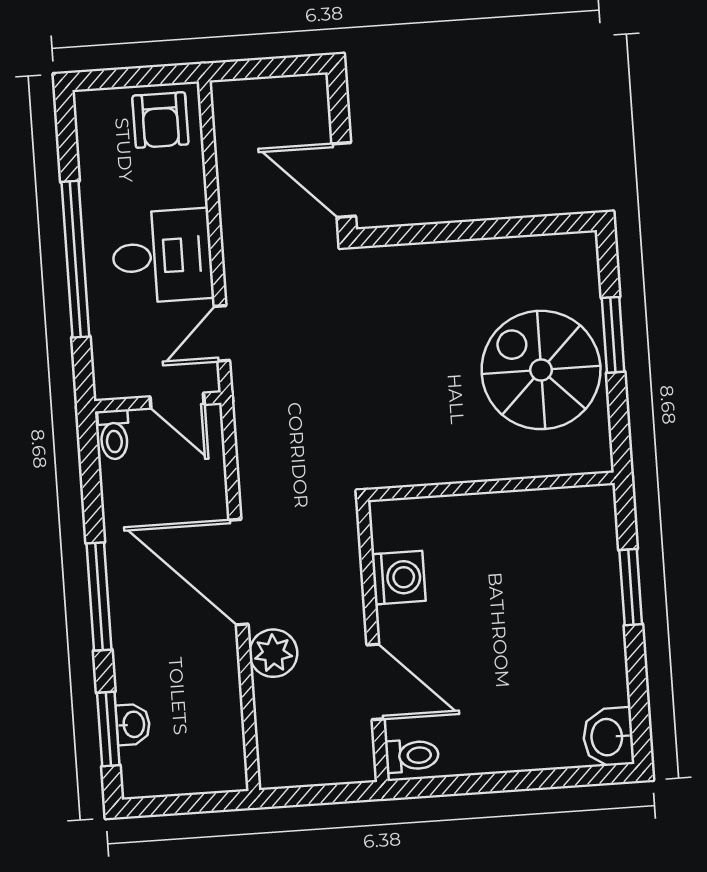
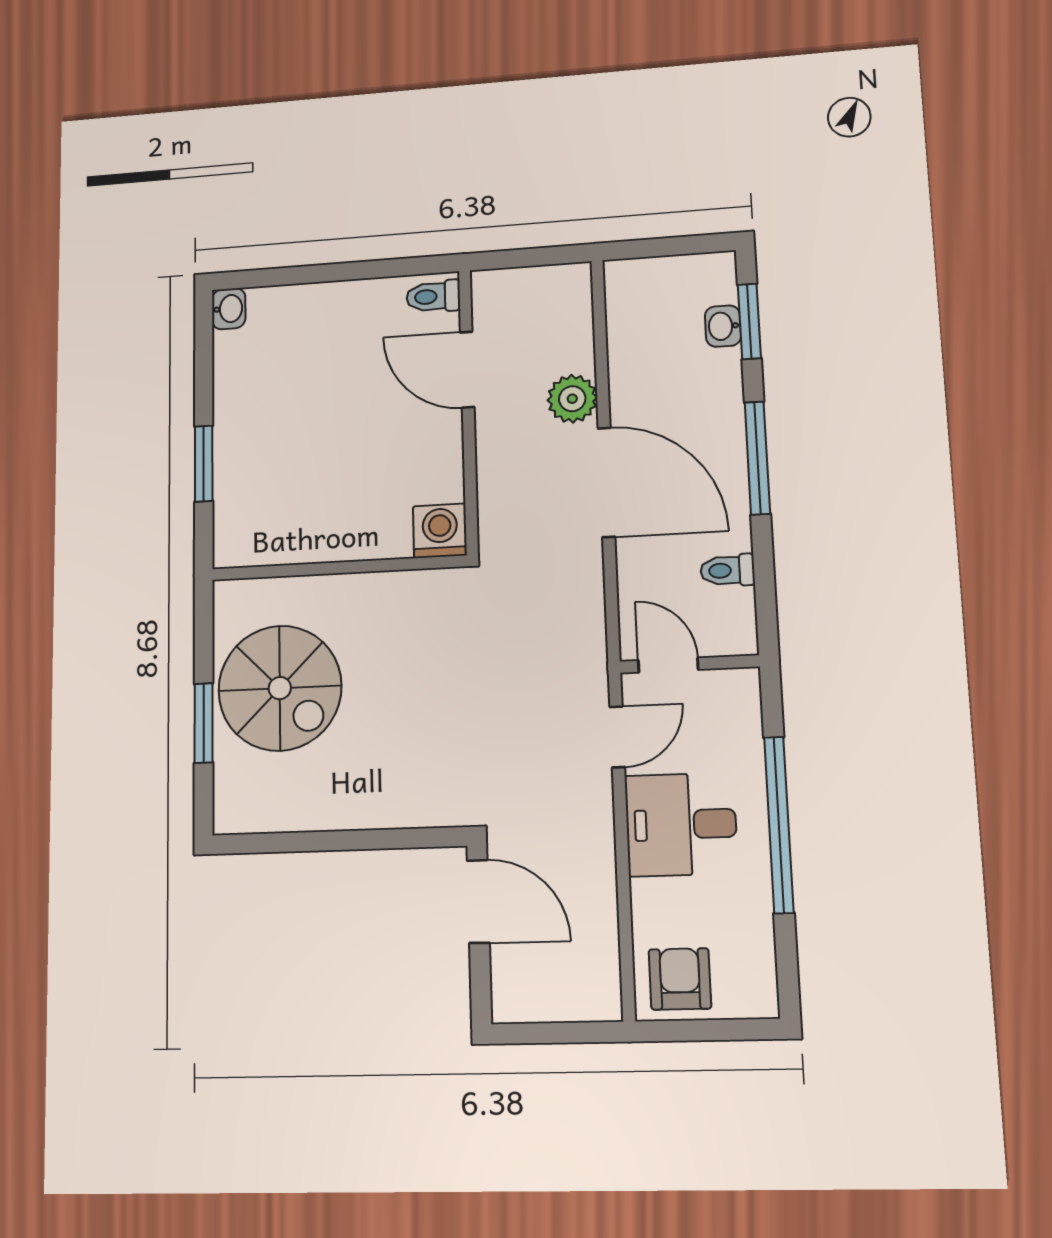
toilet: (114, 435) -> (728, 570), moved, turned -90
washing machine: (399, 578) -> (440, 531), moved, turned 90
washbasin: (608, 737) -> (229, 309), width x0.72, depth x0.69

